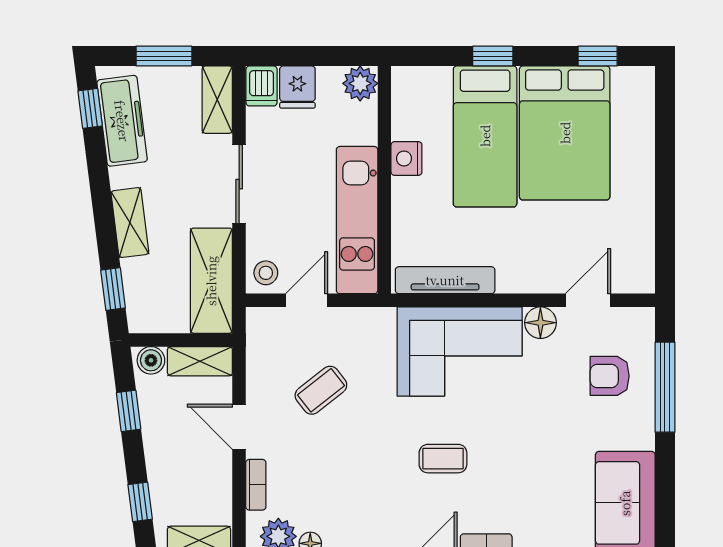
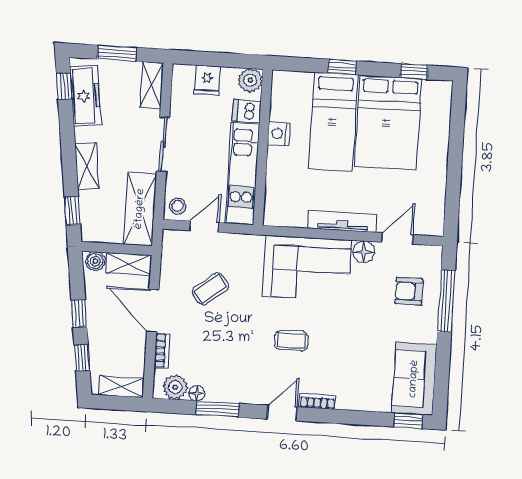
dishwasher: (262, 86) -> (247, 111), moved, turned 90
tv unit: (445, 280) -> (343, 221), moved
window: (129, 411) -> (79, 313), moved
door: (239, 427) -> (153, 310), width x1.38

